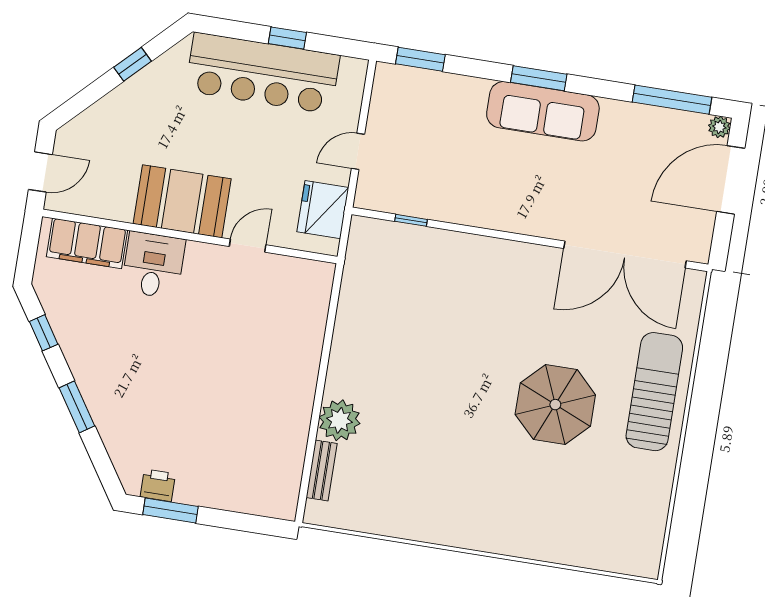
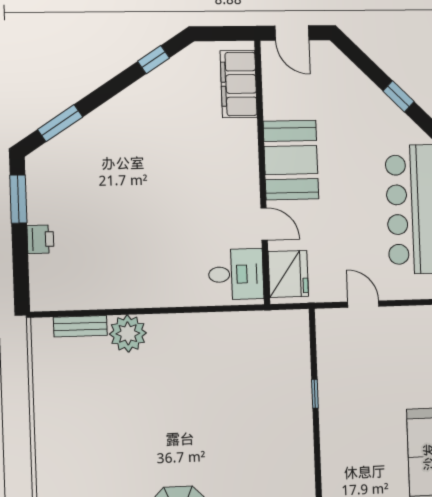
fridge: (323, 210) -> (288, 274), moved, turned 90
window: (411, 220) -> (315, 394), moved
desk: (153, 265) -> (236, 274), moved
window: (77, 407) -> (60, 123), moved
printer: (158, 485) -> (40, 239), moved

